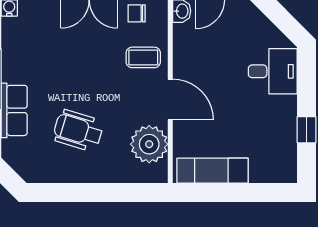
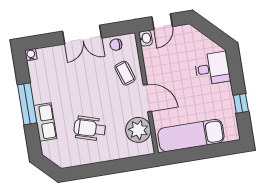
coffee table: (143, 57) -> (125, 73), turned 72
exam couch: (213, 171) -> (191, 135), width x1.36, depth x1.45

